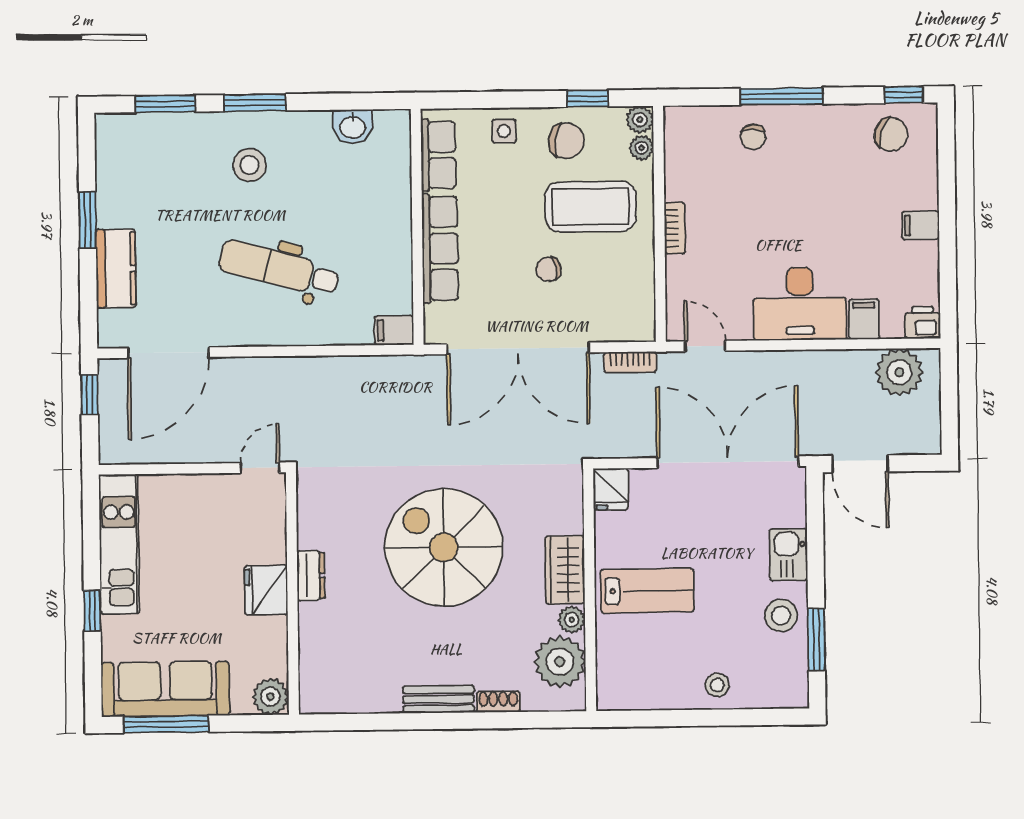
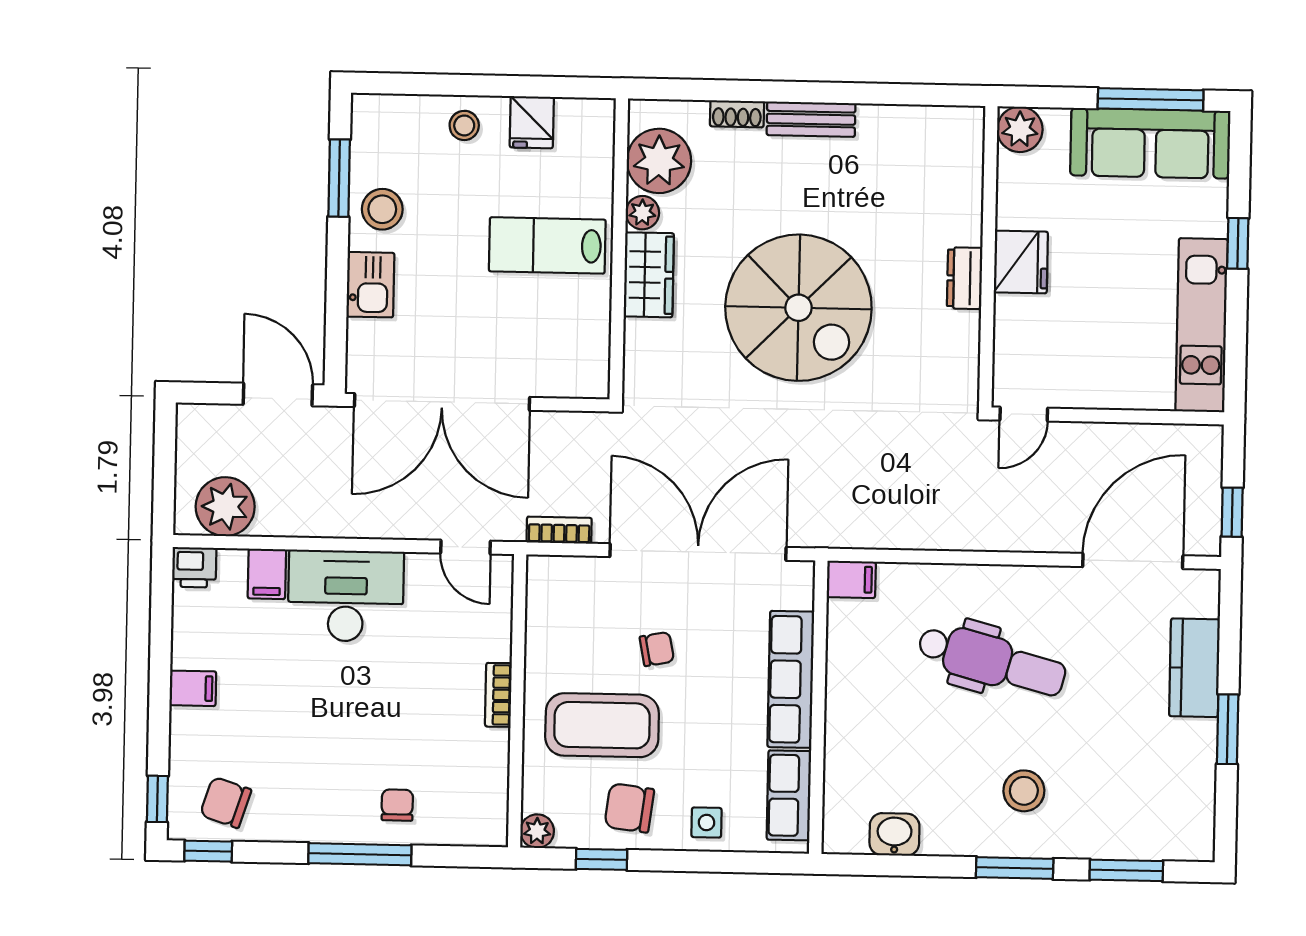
window: (946, 135) -> (157, 799), added
plant: (642, 148) -> (536, 796), removed
fridge: (611, 489) -> (532, 122), moved, turned 180

